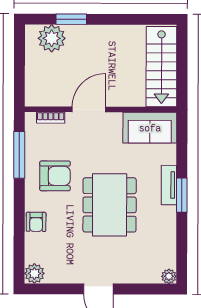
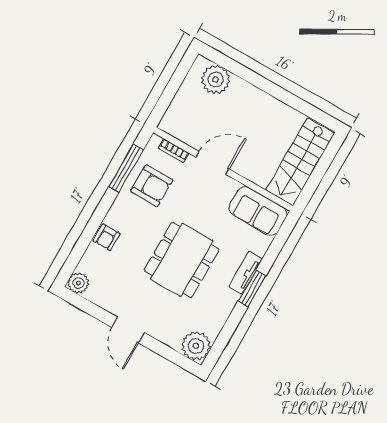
window: (71, 19) -> (243, 72), removed
armchair: (55, 176) -> (152, 186), moved
plant: (169, 276) -> (196, 346), width x1.88, depth x1.88

